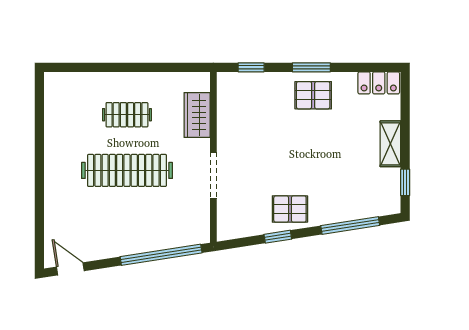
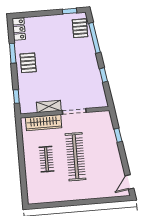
window: (311, 67) -> (13, 53), moved
wardrobe: (197, 115) -> (44, 123), width x1.50
shelving: (390, 144) -> (49, 106), moved
pallet: (290, 209) -> (80, 28), moved
window: (161, 255) -> (118, 135), width x0.32

